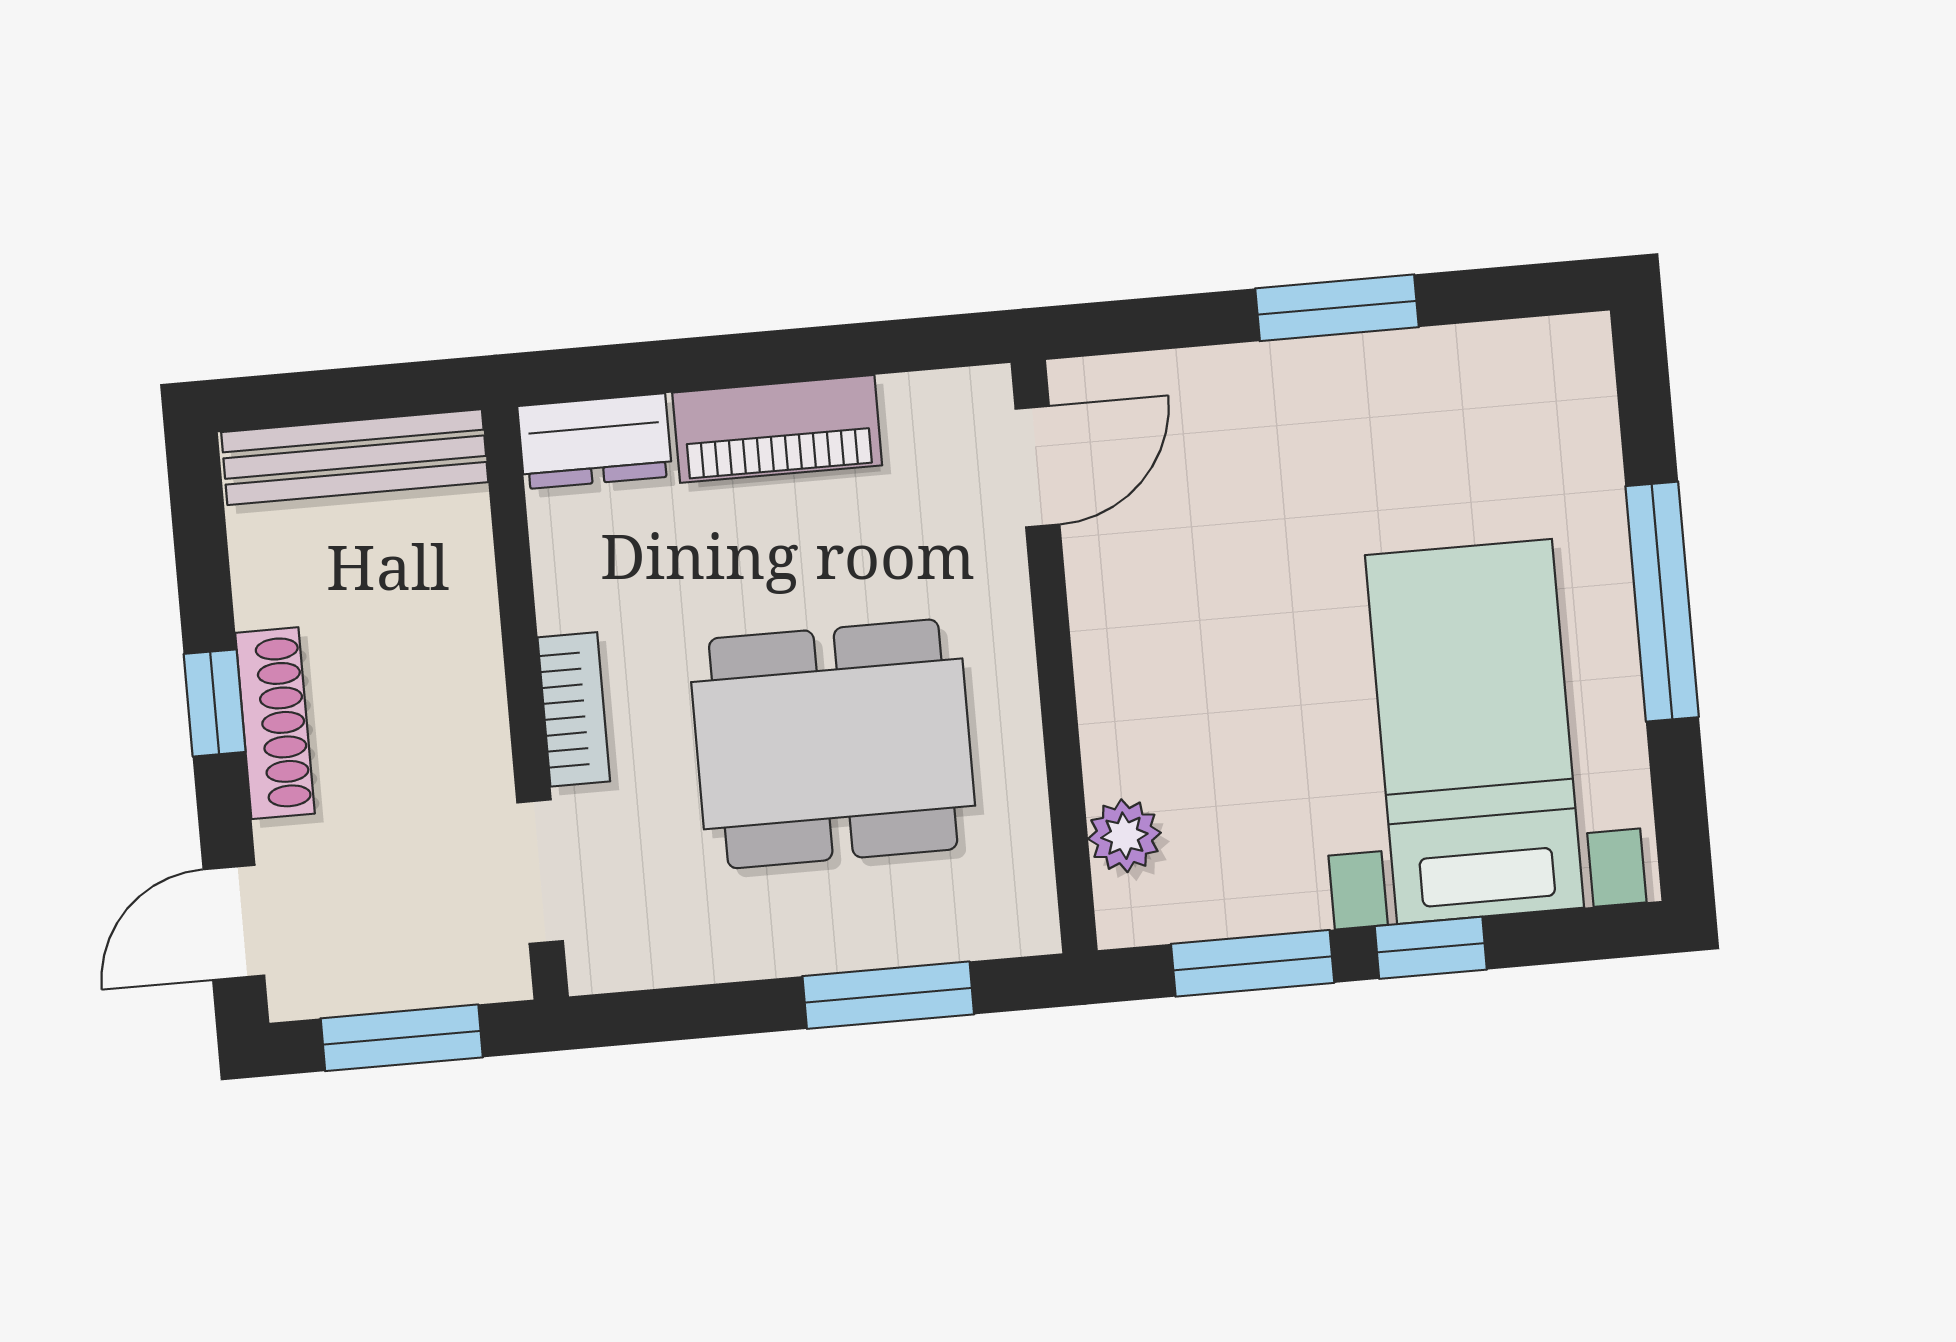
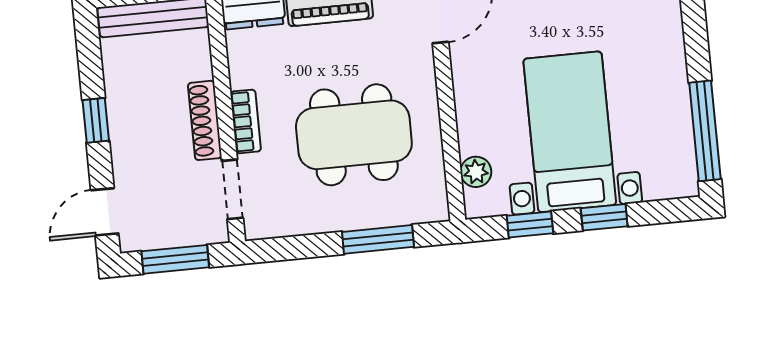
window: (1662, 602) -> (705, 131), moved
shoe rack: (275, 723) -> (205, 120), moved, turned 180
bed with nightstands: (1475, 731) -> (570, 132), moved
window: (1253, 963) -> (530, 224), width x0.67

